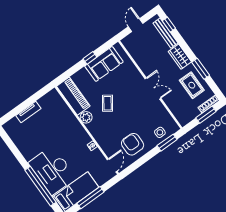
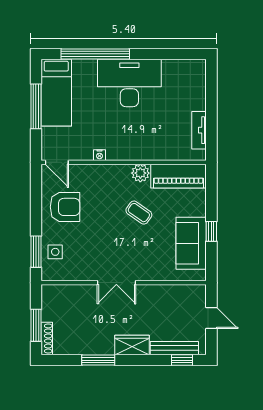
rug: (192, 85) -> (86, 334), removed
tv unit: (28, 112) -> (199, 130), moved
desk: (52, 170) -> (129, 83), moved

